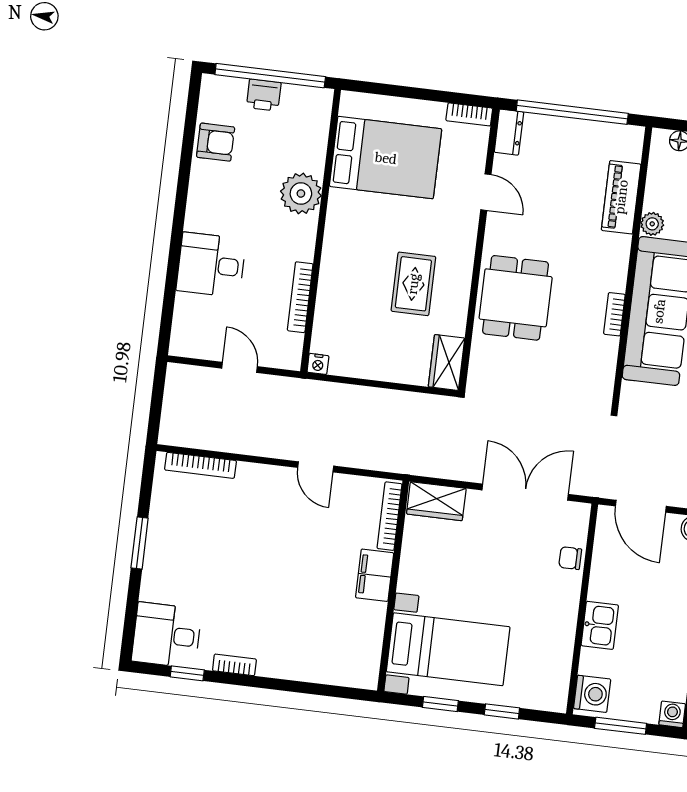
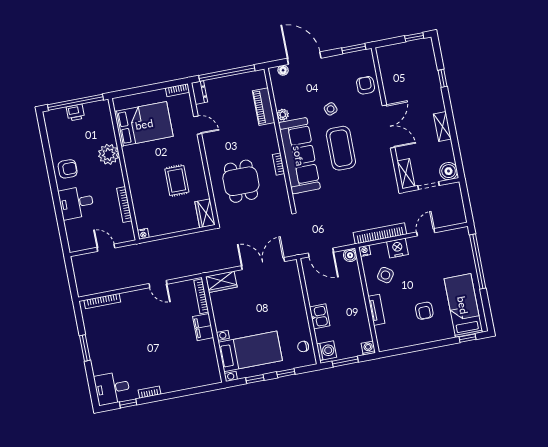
armchair: (216, 142) -> (68, 169), moved
dining table: (516, 298) -> (241, 181), moved
chair: (570, 558) -> (303, 346), moved

